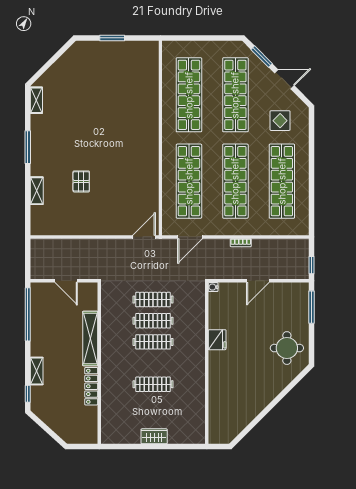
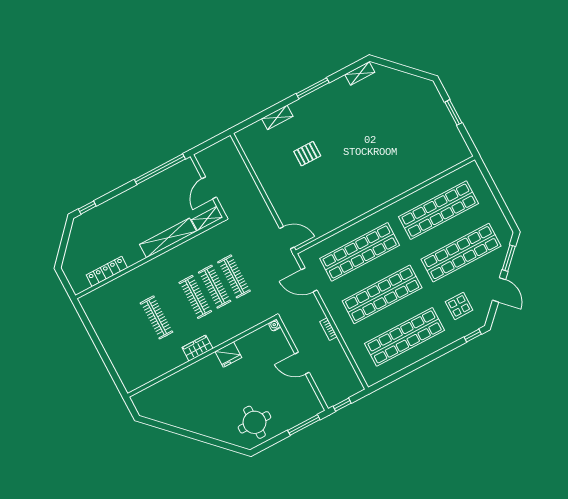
window: (312, 122) -> (473, 336), added
shelving: (37, 371) -> (207, 219), moved
locker: (91, 386) -> (107, 271), moved
wardrobe: (154, 436) -> (197, 348), moved, turned -90

